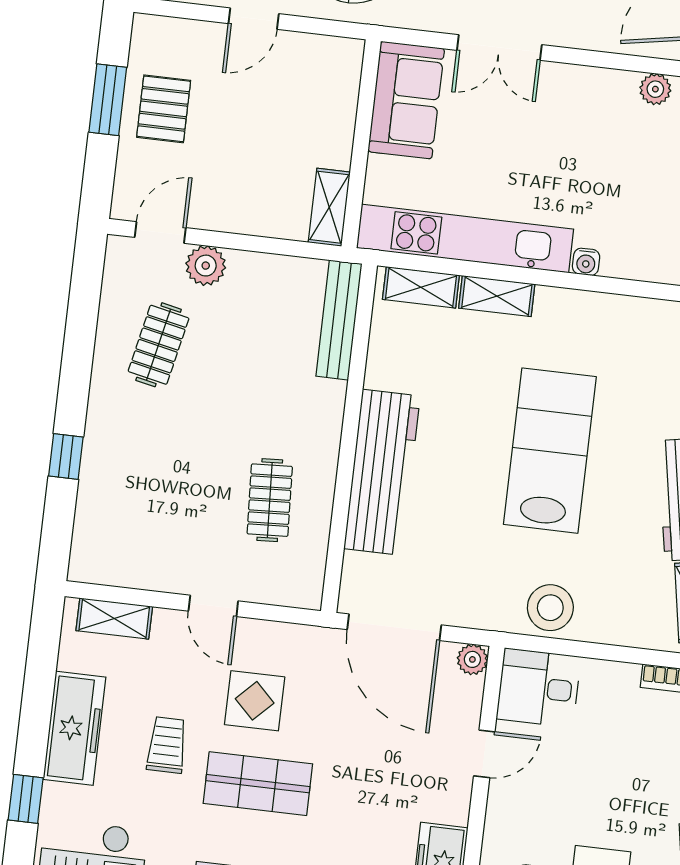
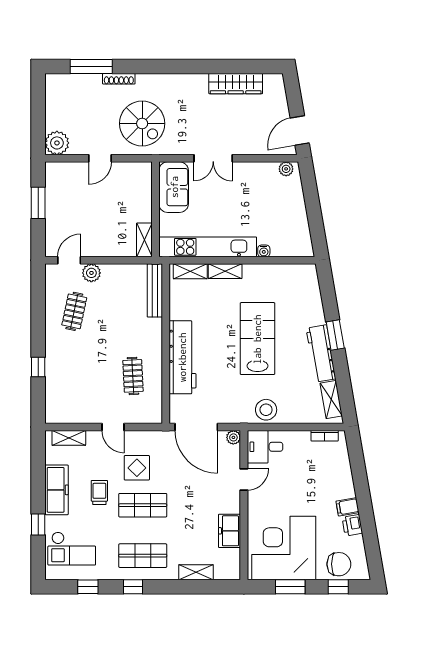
pallet: (164, 109) -> (64, 204), removed

